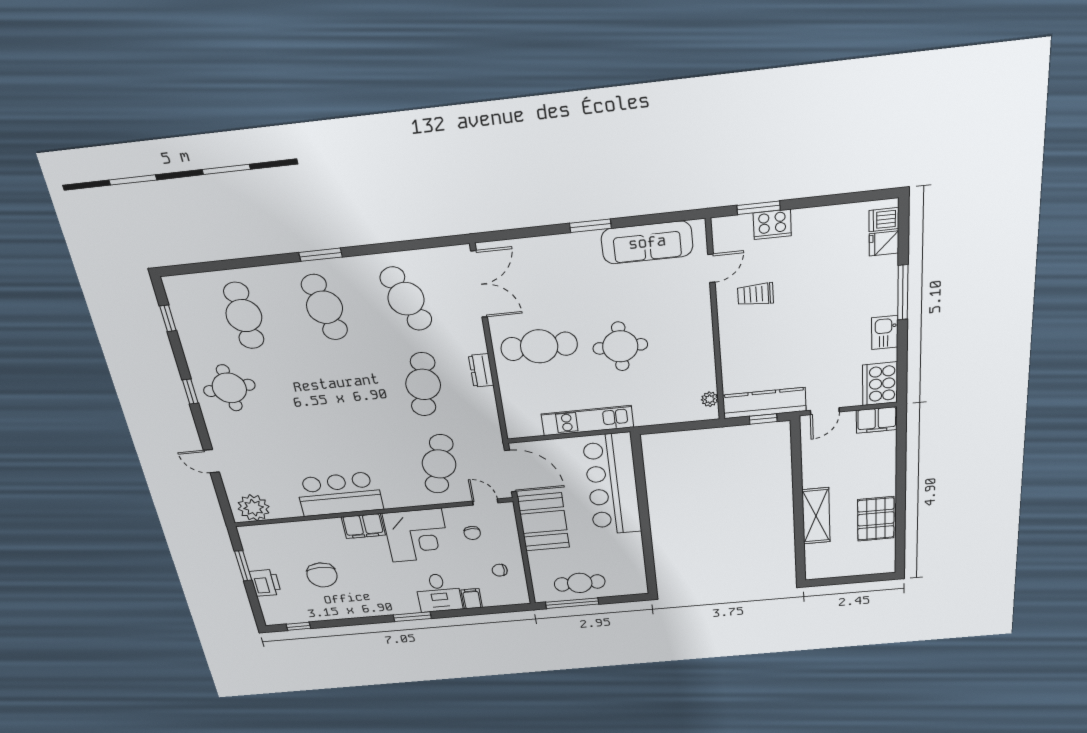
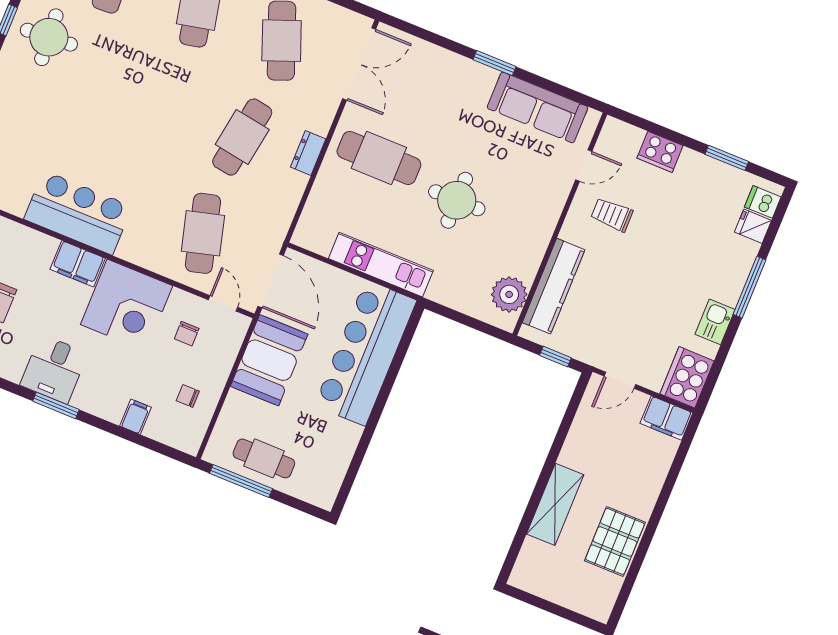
window: (759, 208) -> (727, 158), moved
plant: (710, 399) -> (509, 294), width x1.88, depth x1.88
kitchen counter: (764, 403) -> (554, 286), moved, turned 90
cafe table: (439, 464) -> (203, 233), turned -30
desk: (439, 593) -> (54, 369), moved

